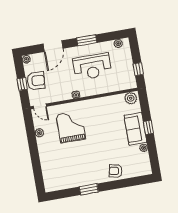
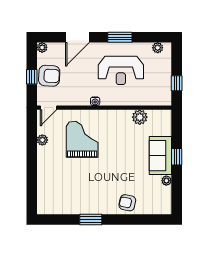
plant: (131, 98) -> (140, 117), moved
door: (40, 106) -> (49, 108), hinge flipped

